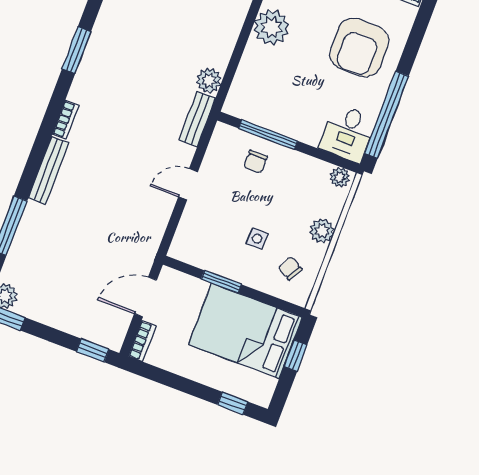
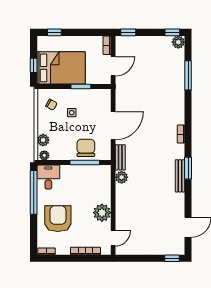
chair: (256, 162) -> (86, 148), width x1.87, depth x1.87
bench: (48, 170) -> (180, 176), moved
door: (188, 184) -> (113, 126), width x1.88
plant: (322, 231) -> (43, 140), moved

